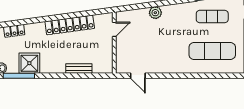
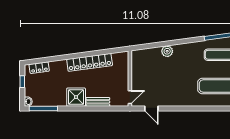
door: (114, 29) -> (130, 97), moved
shower: (29, 63) -> (76, 97), moved

